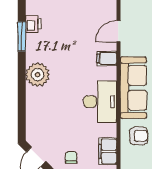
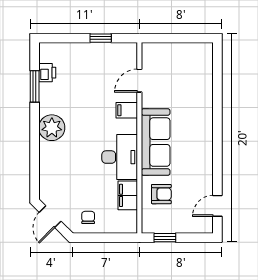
filing cabinet: (108, 151) -> (128, 195), moved

